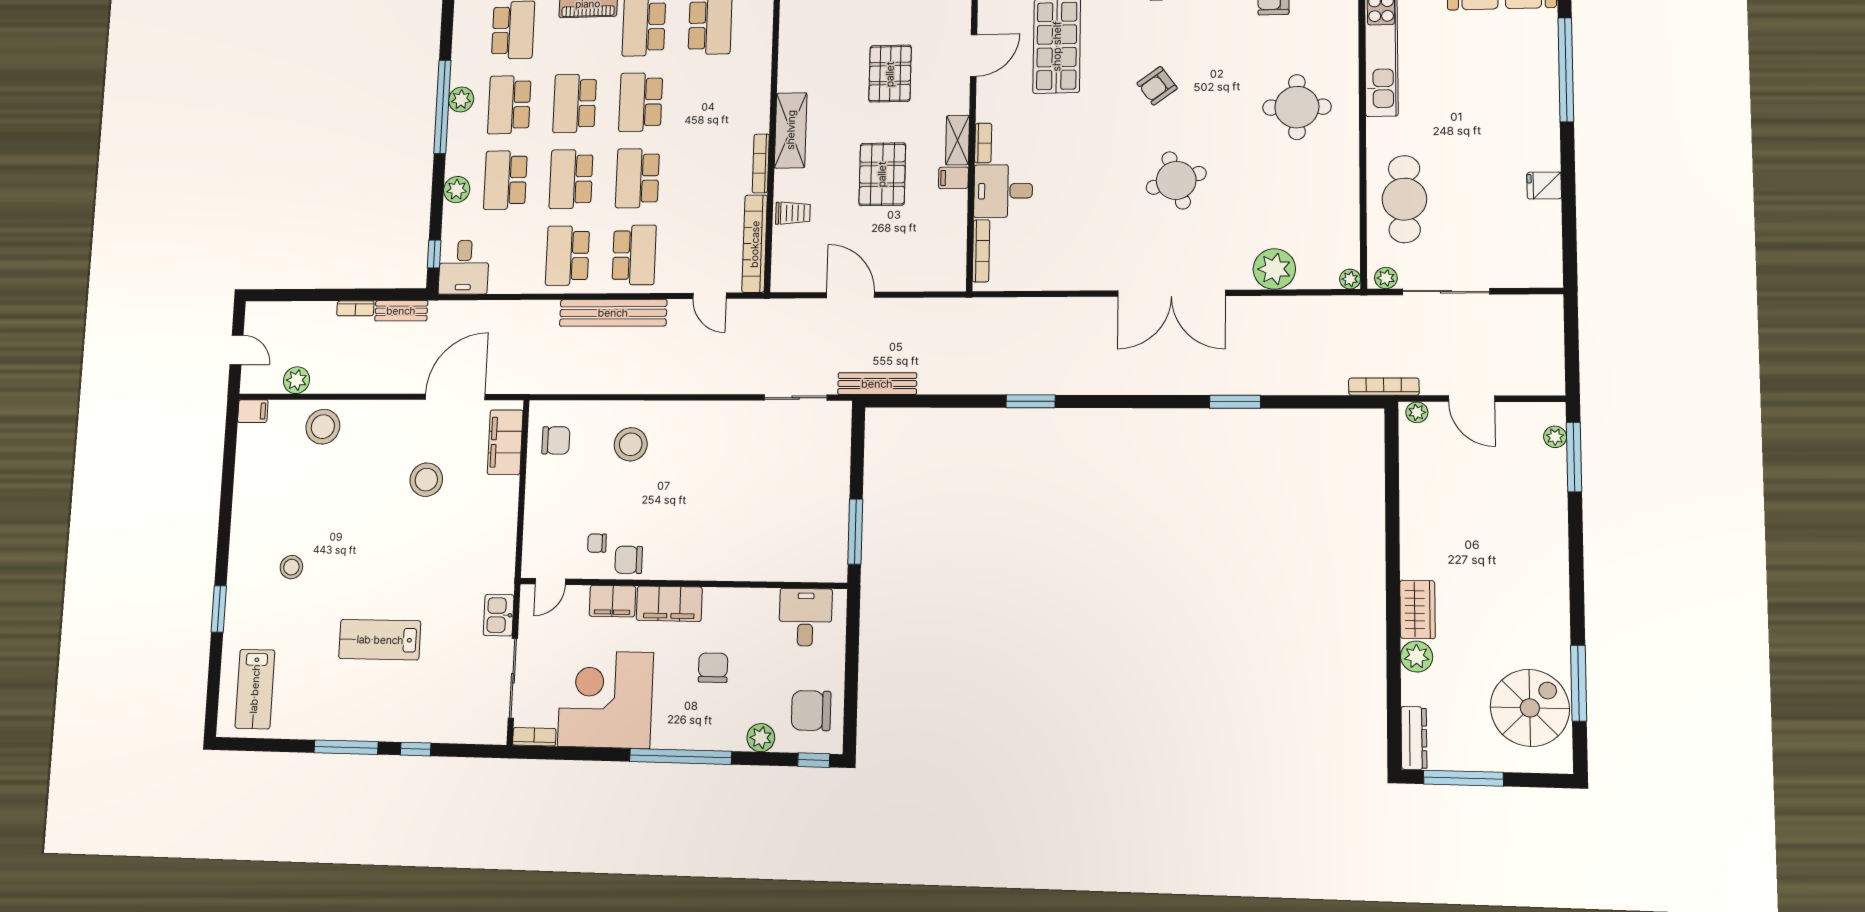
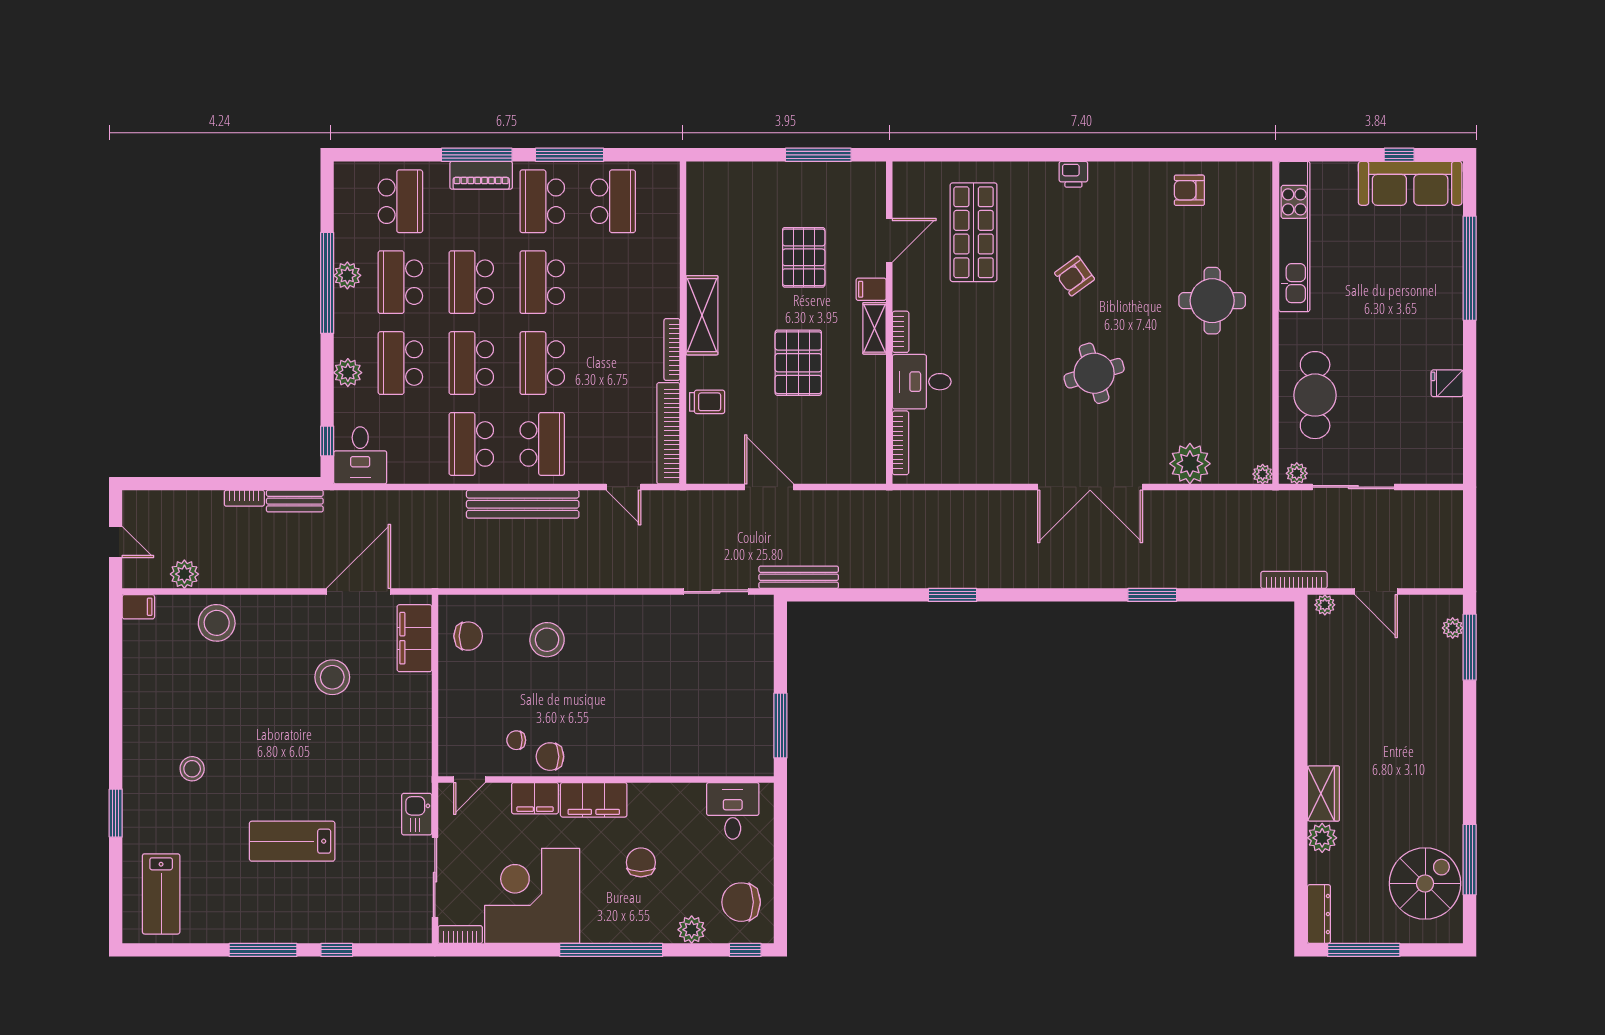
filing cabinet: (953, 178) -> (871, 289), moved

